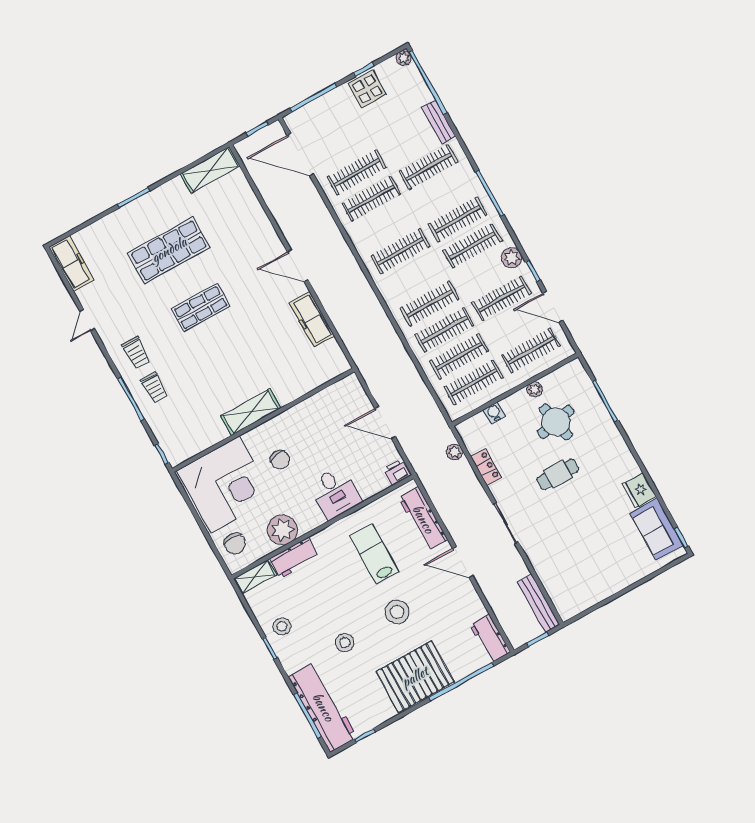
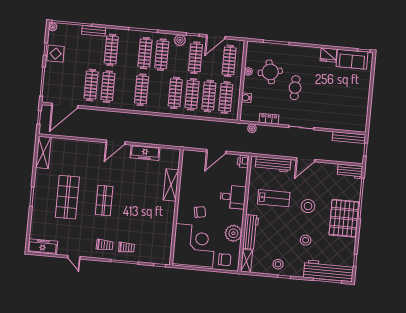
shelving: (251, 412) -> (171, 185), moved
lab bench: (374, 554) -> (274, 198), turned 180
workbench: (294, 558) -> (251, 232), width x1.38

